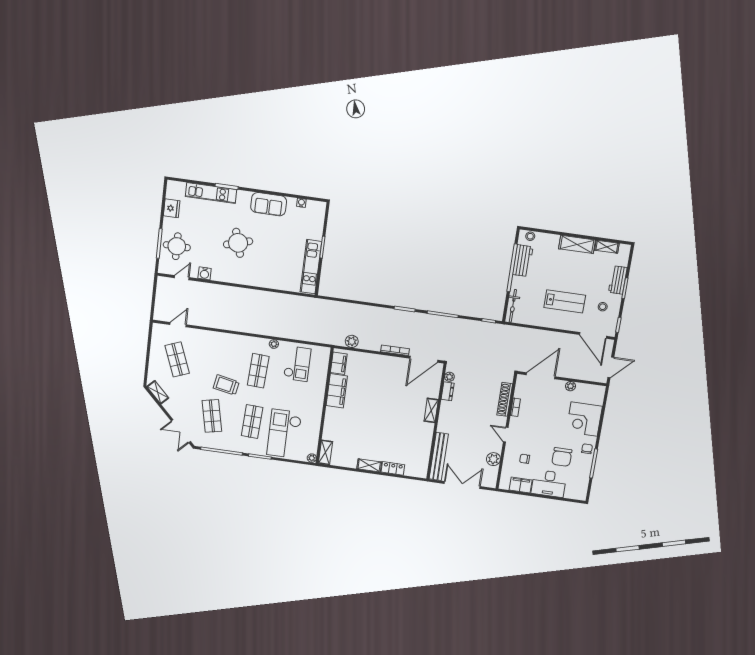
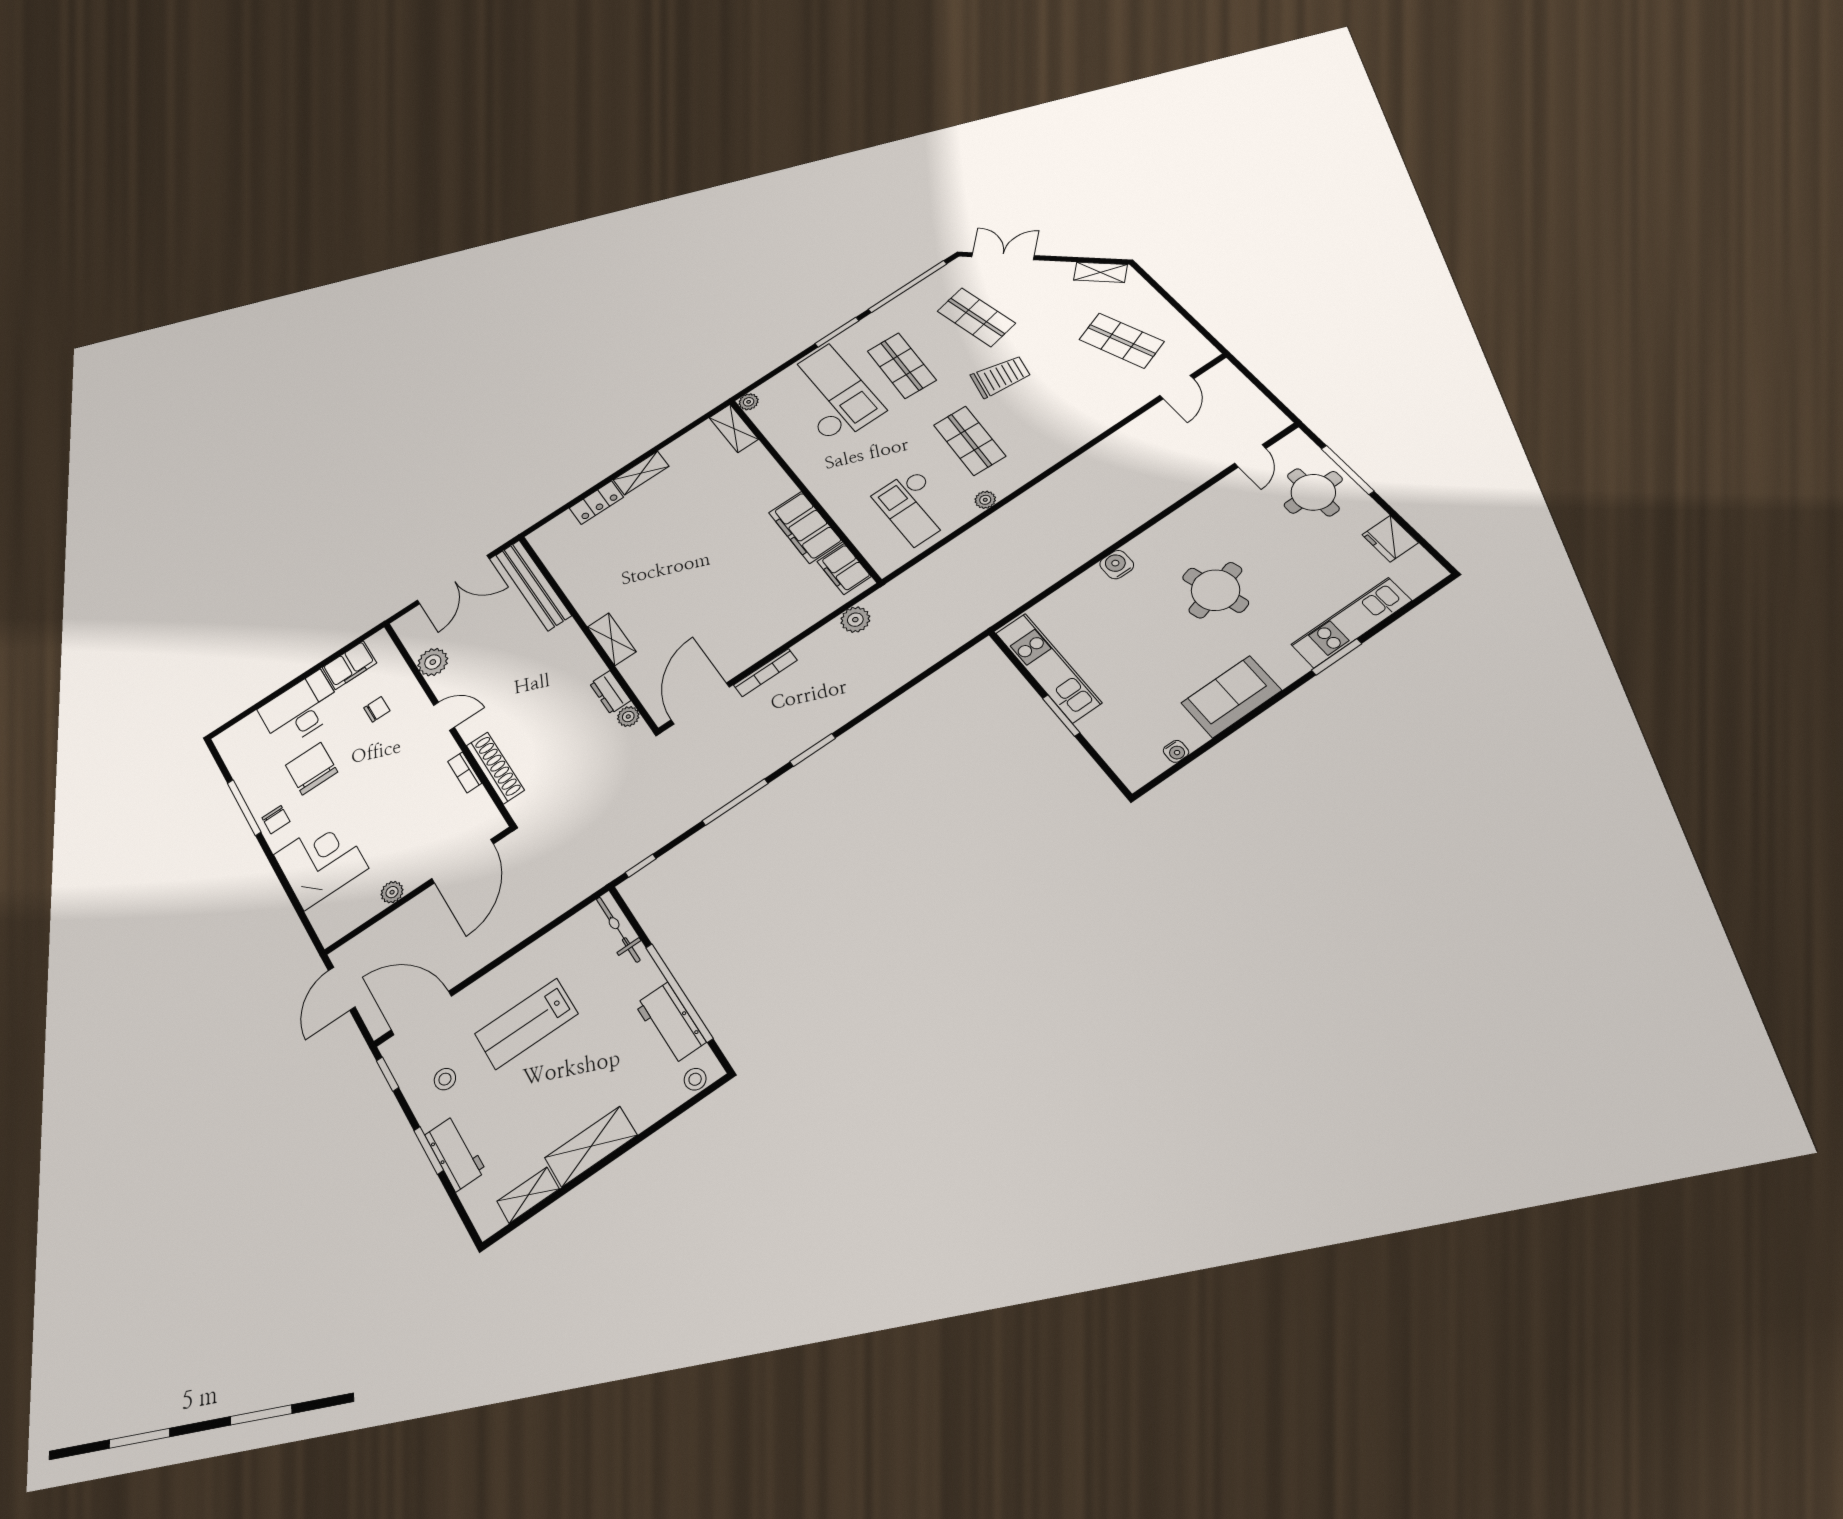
water cooler: (205, 273) -> (1117, 565), moved

